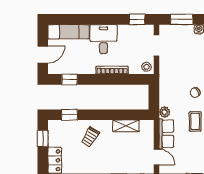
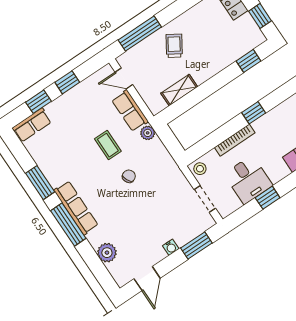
window: (137, 19) -> (268, 198), moved
desk: (104, 39) -> (248, 180), moved
window: (70, 79) -> (254, 113), moved
trolley: (90, 137) -> (174, 46), moved

